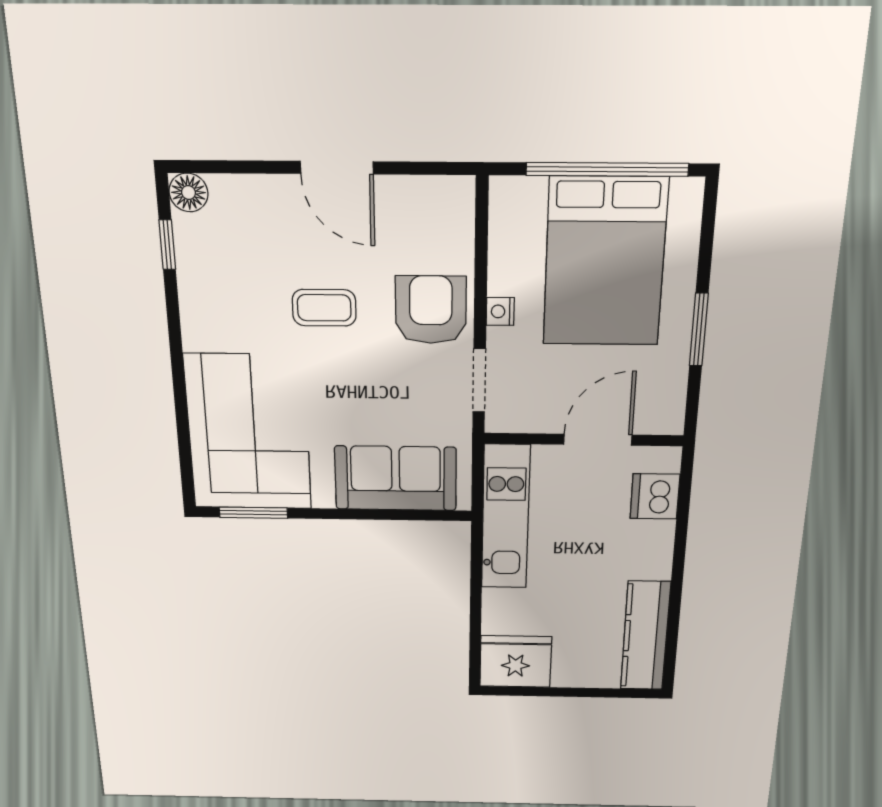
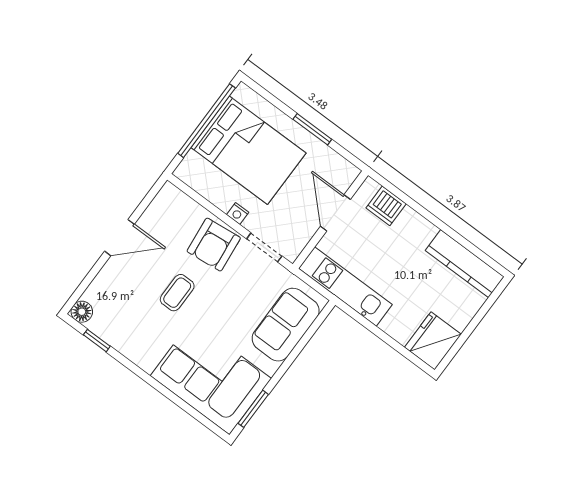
armchair: (431, 310) -> (214, 245), turned -96

